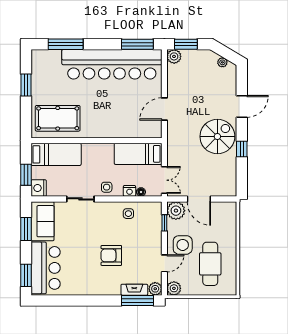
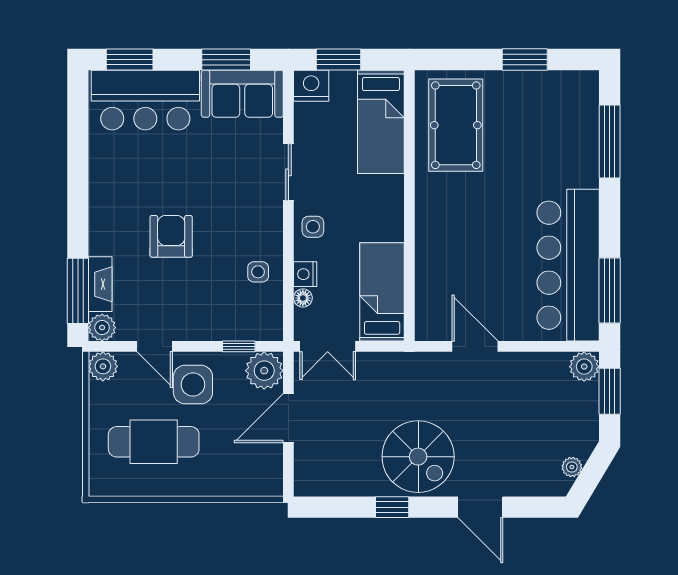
bar counter: (112, 64) -> (568, 265), width x0.73

